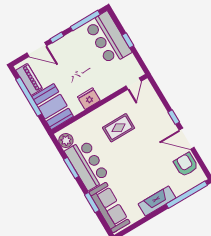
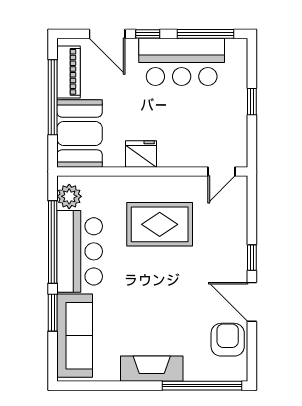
bar counter: (108, 38) -> (182, 62), moved, turned -90
rug: (119, 128) -> (160, 224), width x1.36, depth x1.43
window: (71, 168) -> (53, 242), width x2.11

